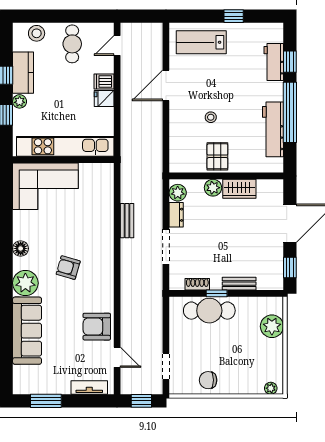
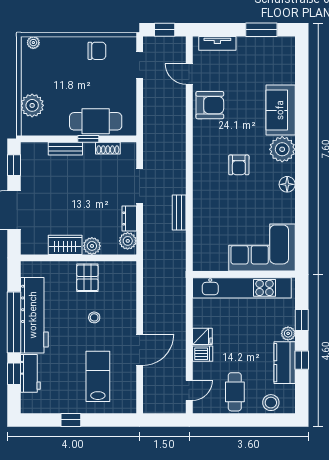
lab bench: (201, 42) -> (98, 376), moved, turned -90
workbench: (273, 129) -> (34, 315), width x1.36, depth x1.32
armchair: (68, 268) -> (239, 165), turned 74
sofa: (27, 331) -> (281, 110), width x0.73

